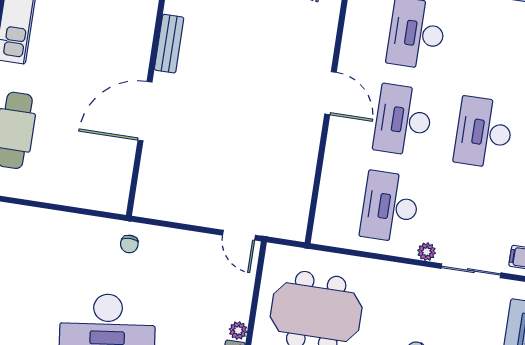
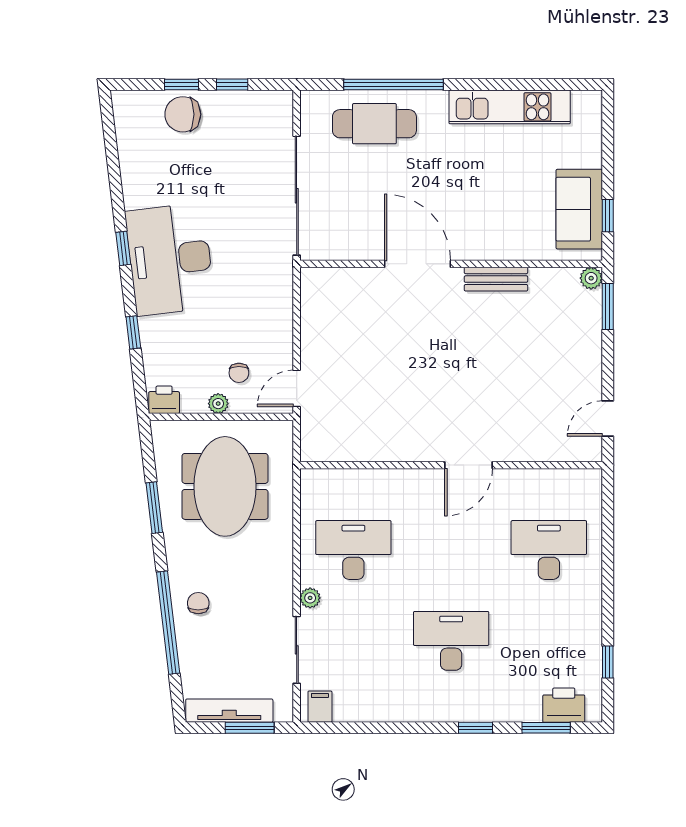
desk: (403, 120) -> (451, 550), removed
sliding door: (68, 209) -> (297, 196), added
chair: (129, 244) -> (239, 373), moved, turned -90
plant: (238, 330) -> (218, 404), moved

